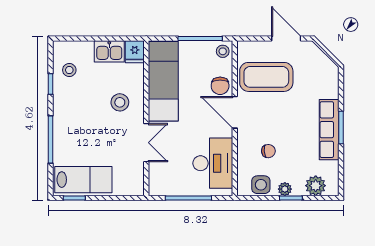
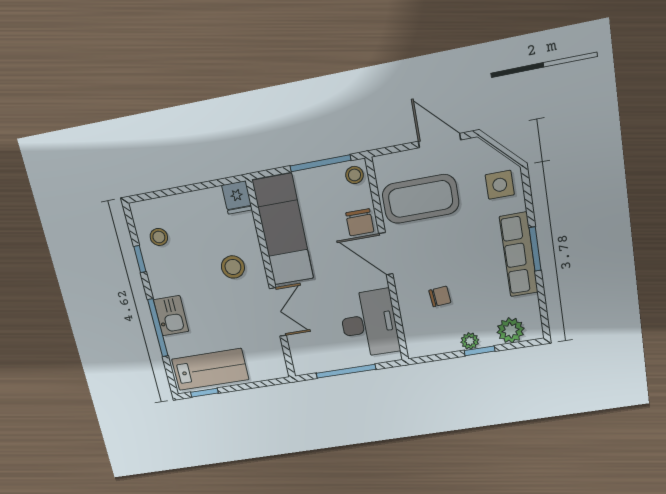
kitchen sink: (109, 51) -> (171, 316), moved, turned -90
side table: (261, 185) -> (500, 185), moved

